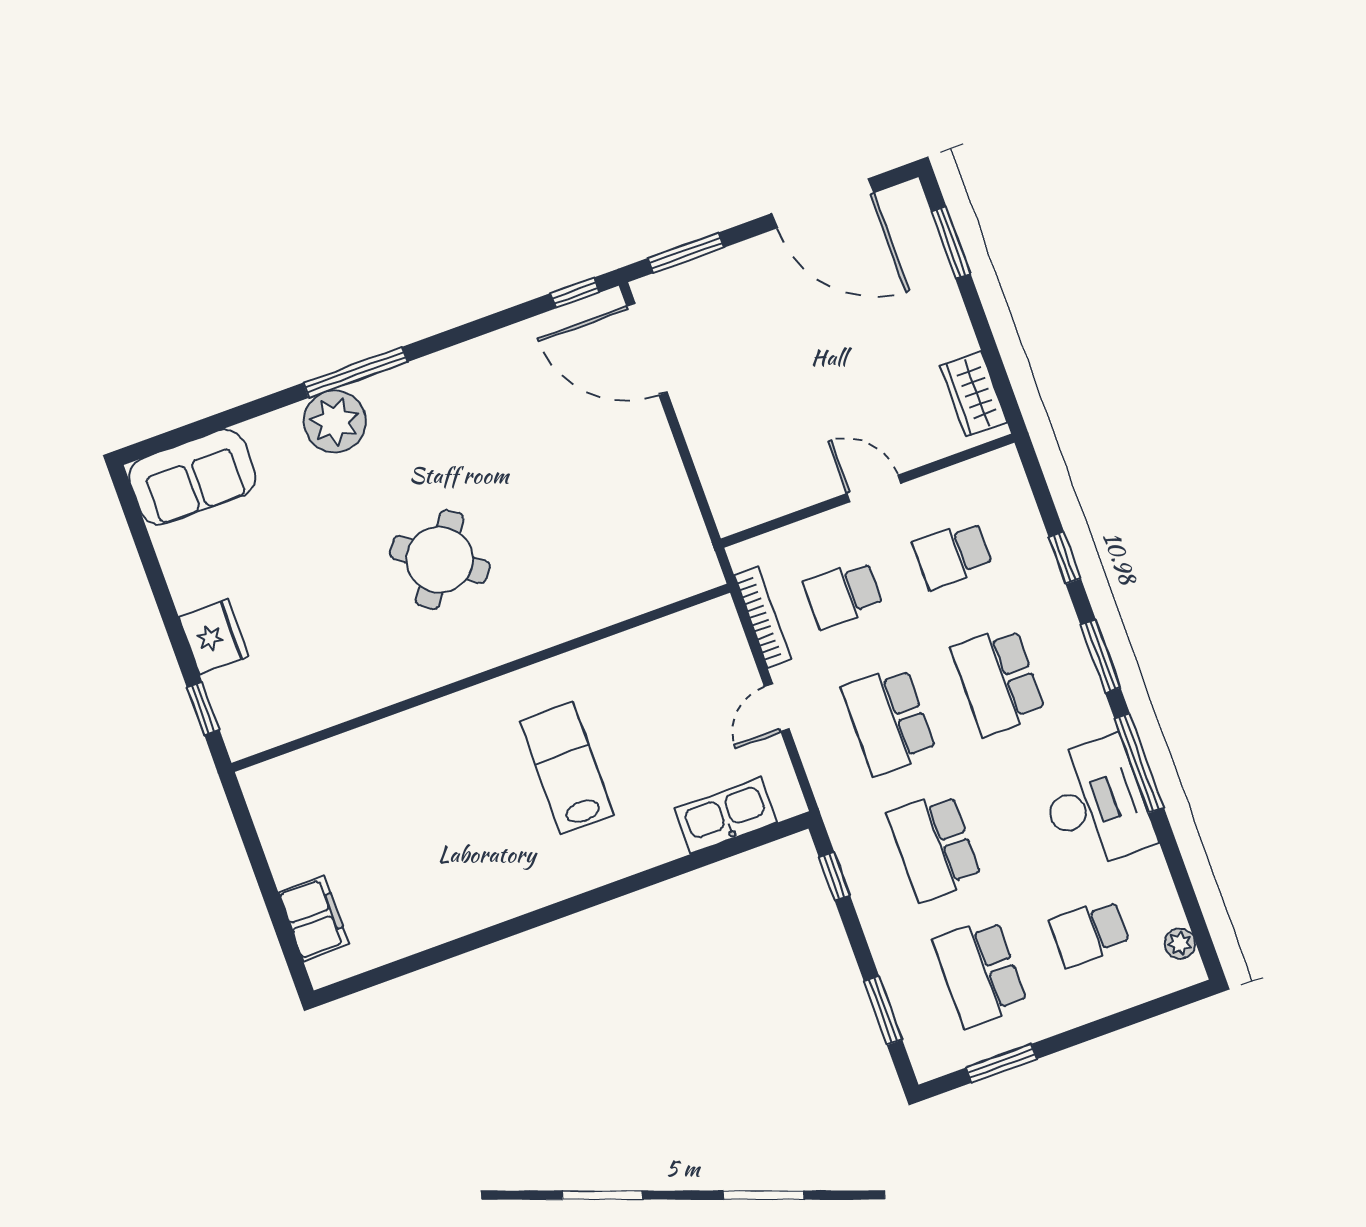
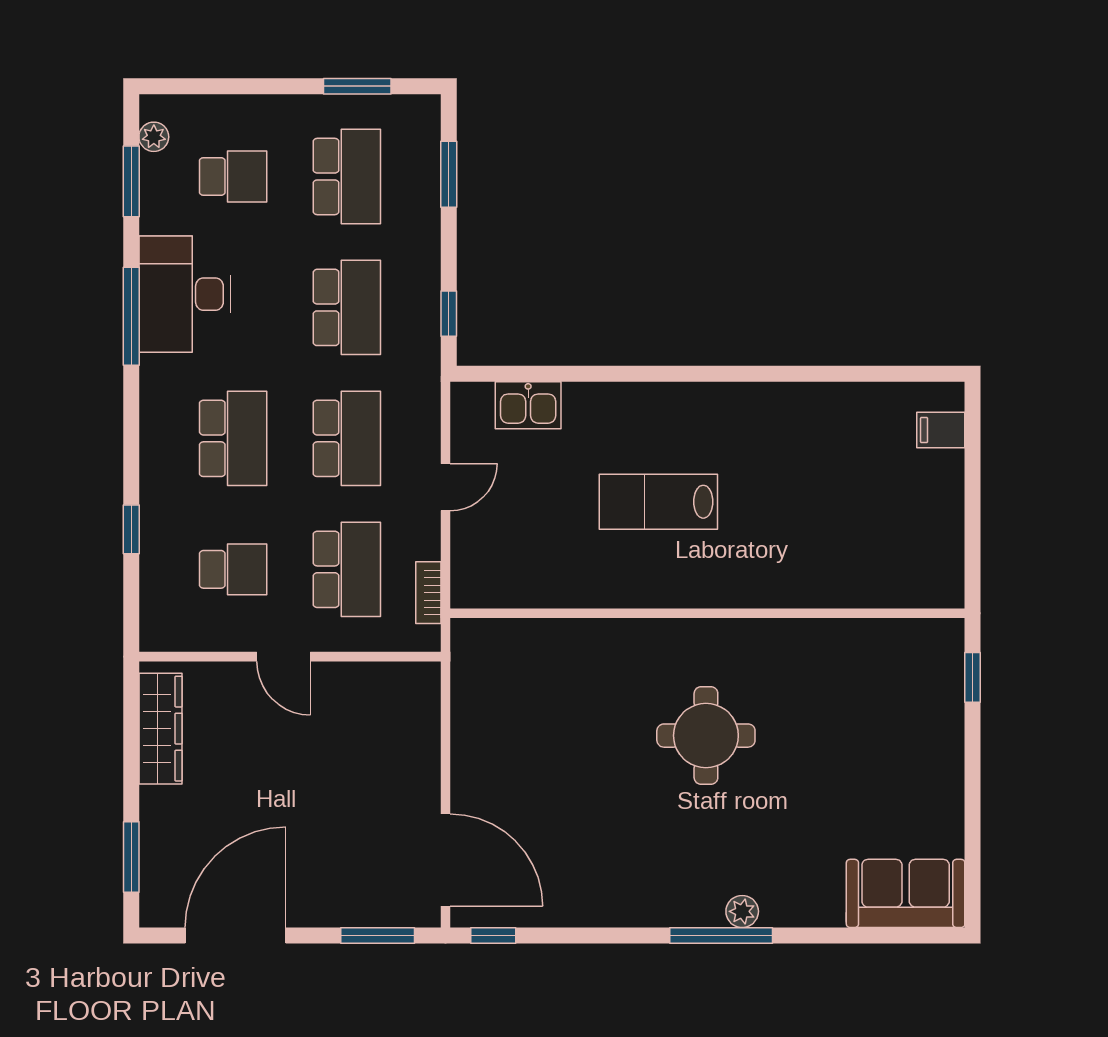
door: (823, 203) -> (236, 935), hinge flipped
wardrobe: (974, 394) -> (160, 729), width x1.50
plant: (335, 421) -> (742, 911), width x0.53, depth x0.53
round table: (440, 560) -> (706, 736), turned -36
school desk: (843, 594) -> (347, 569), width x1.85
bookcase: (763, 617) -> (428, 593), width x0.64
fridge: (214, 637) -> (939, 740), removed
window: (1100, 656) -> (131, 181), moved
lab bench: (567, 768) -> (658, 502), turned 90
kitchen sink: (726, 816) -> (528, 405), width x0.73
filing cabinet: (314, 918) -> (941, 430), width x0.50

